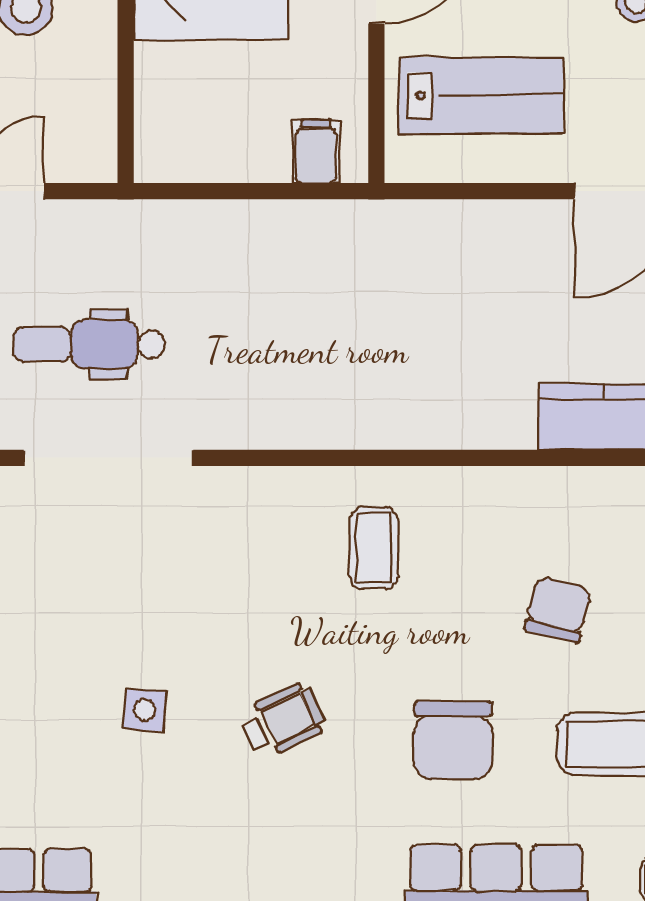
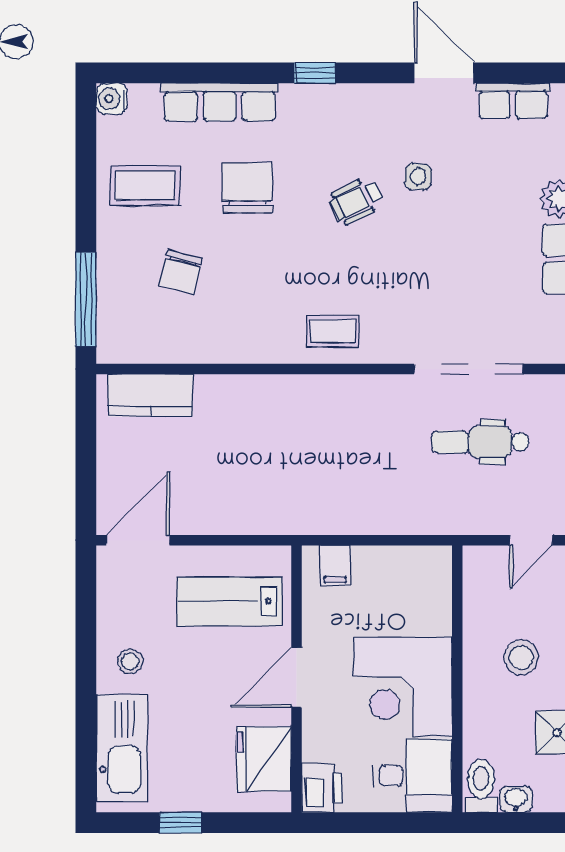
dental chair: (89, 344) -> (480, 442), turned 180
coffee table: (374, 548) -> (333, 331), moved, turned 90
side table: (145, 710) -> (418, 177), moved

